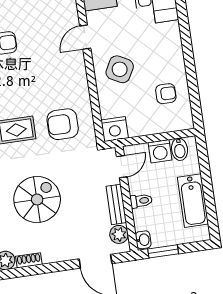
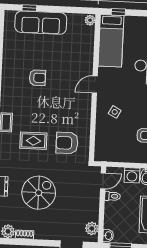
side table: (120, 69) -> (115, 112), width x0.54, depth x0.54
nightstand: (115, 129) -> (103, 153), removed
toilet: (141, 201) -> (113, 196), moved
bench: (116, 204) -> (94, 207), removed

